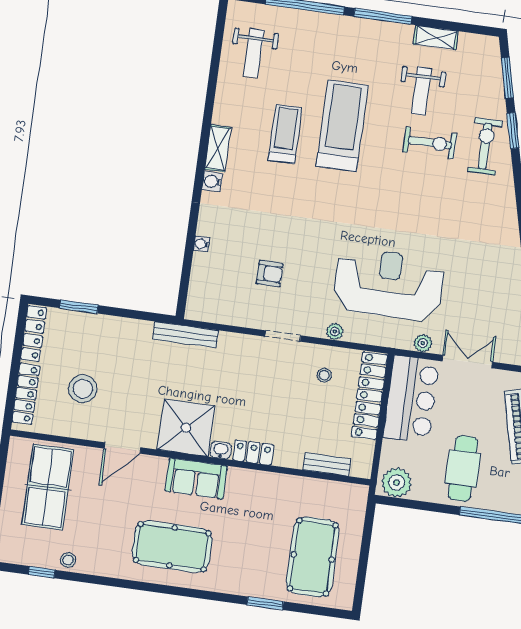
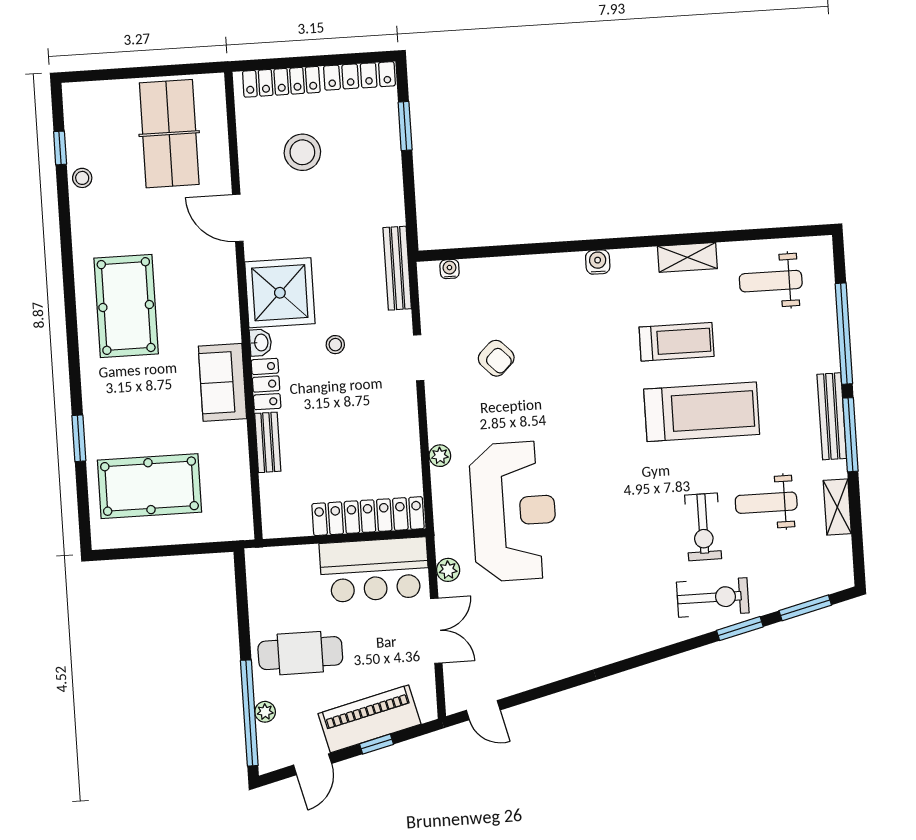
bench: (366, 28) -> (832, 416), added
shelving: (218, 148) -> (687, 257), moved
water cooler: (202, 244) -> (450, 269), moved
armchair: (269, 274) -> (496, 358), turned -44
doorway: (283, 336) -> (419, 358), moved
stool: (324, 375) -> (335, 345), moved
bench: (327, 464) -> (268, 442), moved
sofa: (196, 479) -> (222, 382), moved
plant: (397, 483) -> (265, 712), moved, width x0.53, depth x0.53
table tennis table: (48, 487) -> (169, 134), turned 90

